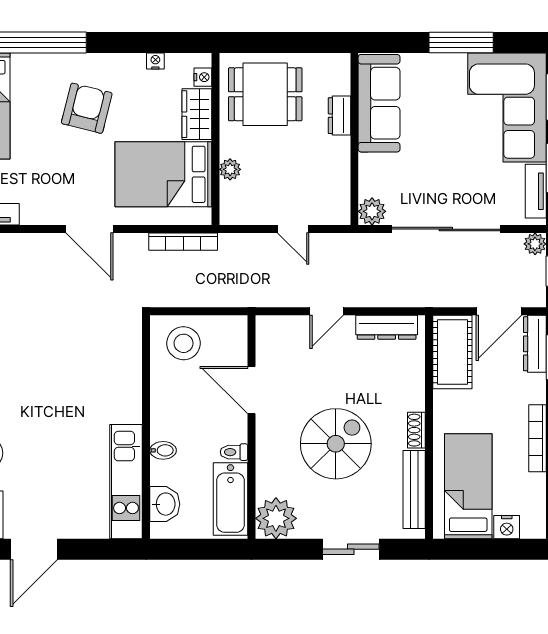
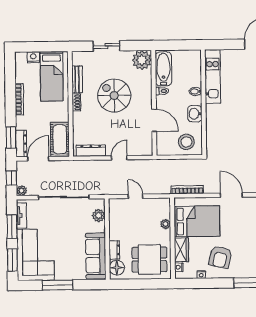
floor lamp: (335, 78) -> (117, 268), added
armchair: (87, 108) -> (220, 257), moved
plant: (372, 211) -> (99, 216), moved
spiral stairs: (336, 444) -> (114, 96), turned 90
bench: (414, 489) -> (77, 79), width x0.73
washbasin: (165, 504) -> (195, 114), moved

